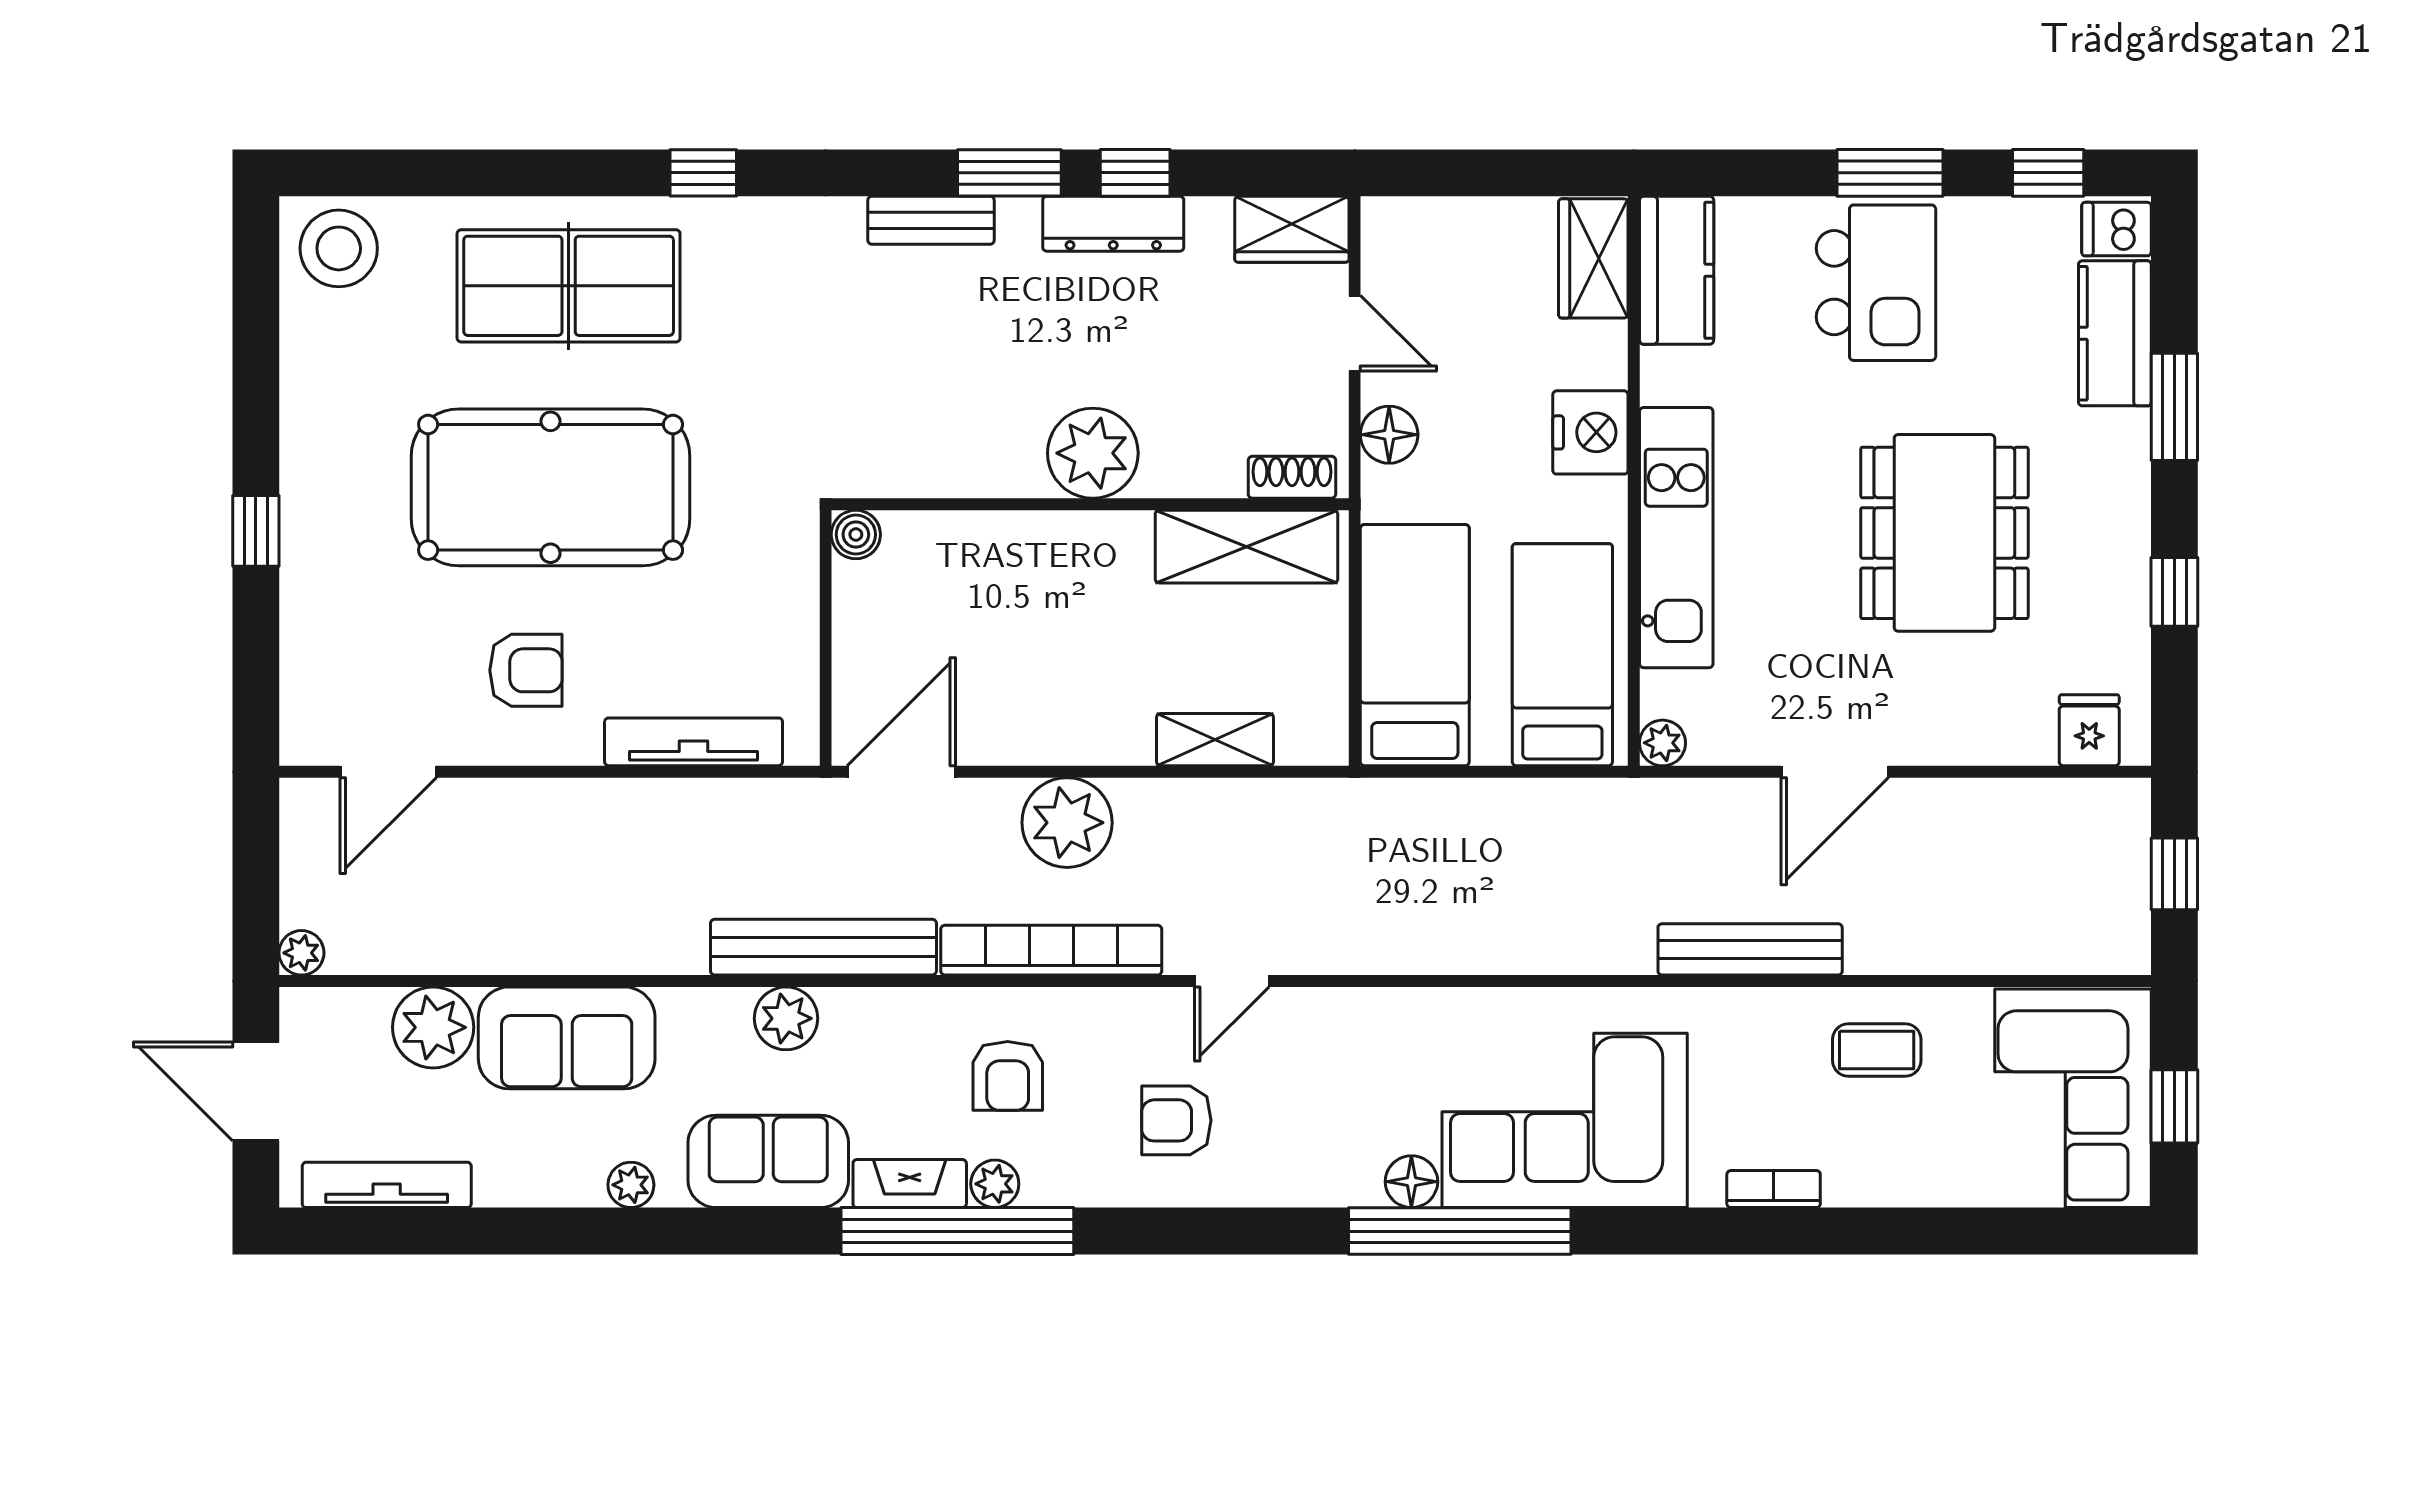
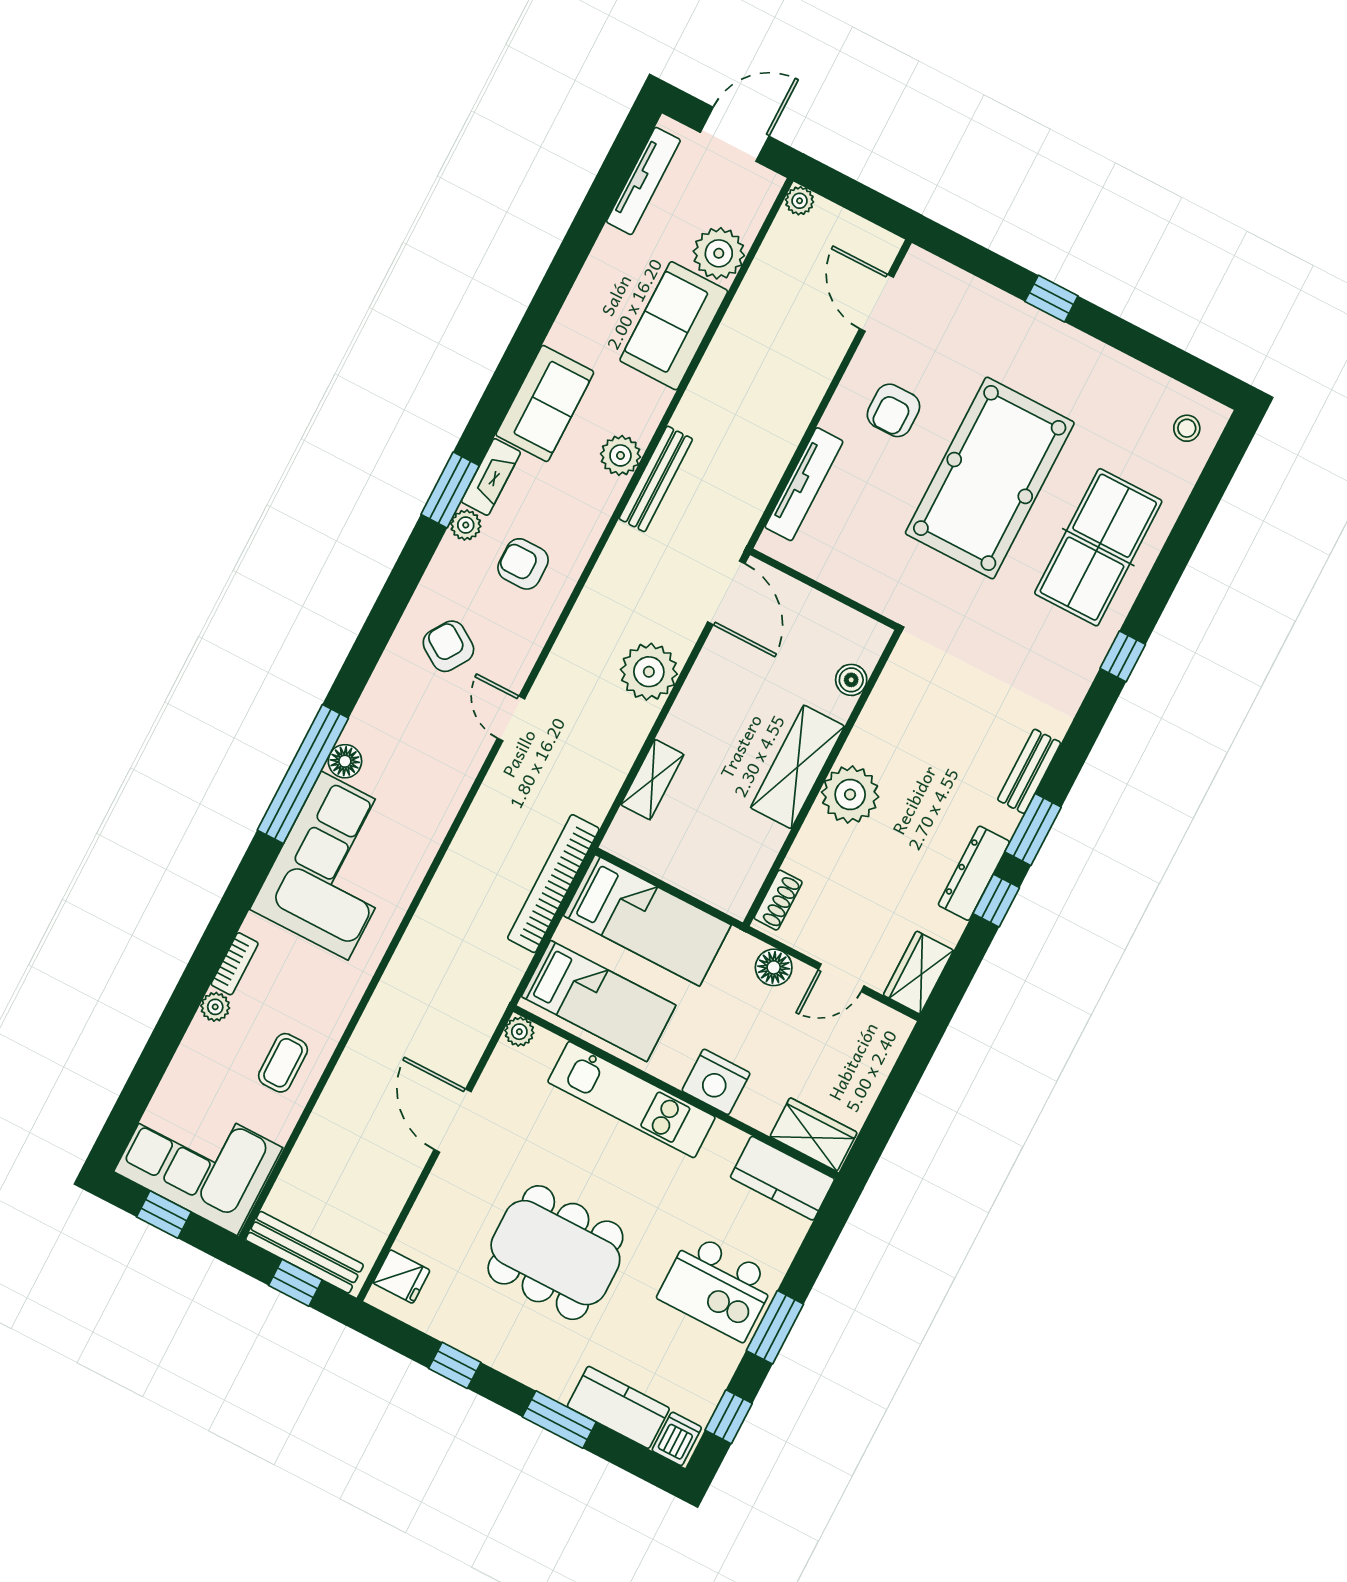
stool: (339, 248) -> (1187, 428), width x0.53, depth x0.53
boiler: (856, 534) -> (851, 680), moved
shelving: (1246, 547) -> (797, 767), moved
bench: (823, 947) -> (656, 479), width x0.73, depth x0.82
bench: (1750, 949) -> (304, 1252), moved, turned 90
bookcase: (1051, 950) -> (553, 884), moved, turned 180
armchair: (1176, 1120) -> (448, 646), turned -57
plant: (631, 1185) -> (215, 1007), moved
window: (957, 1231) -> (450, 490), width x0.47

